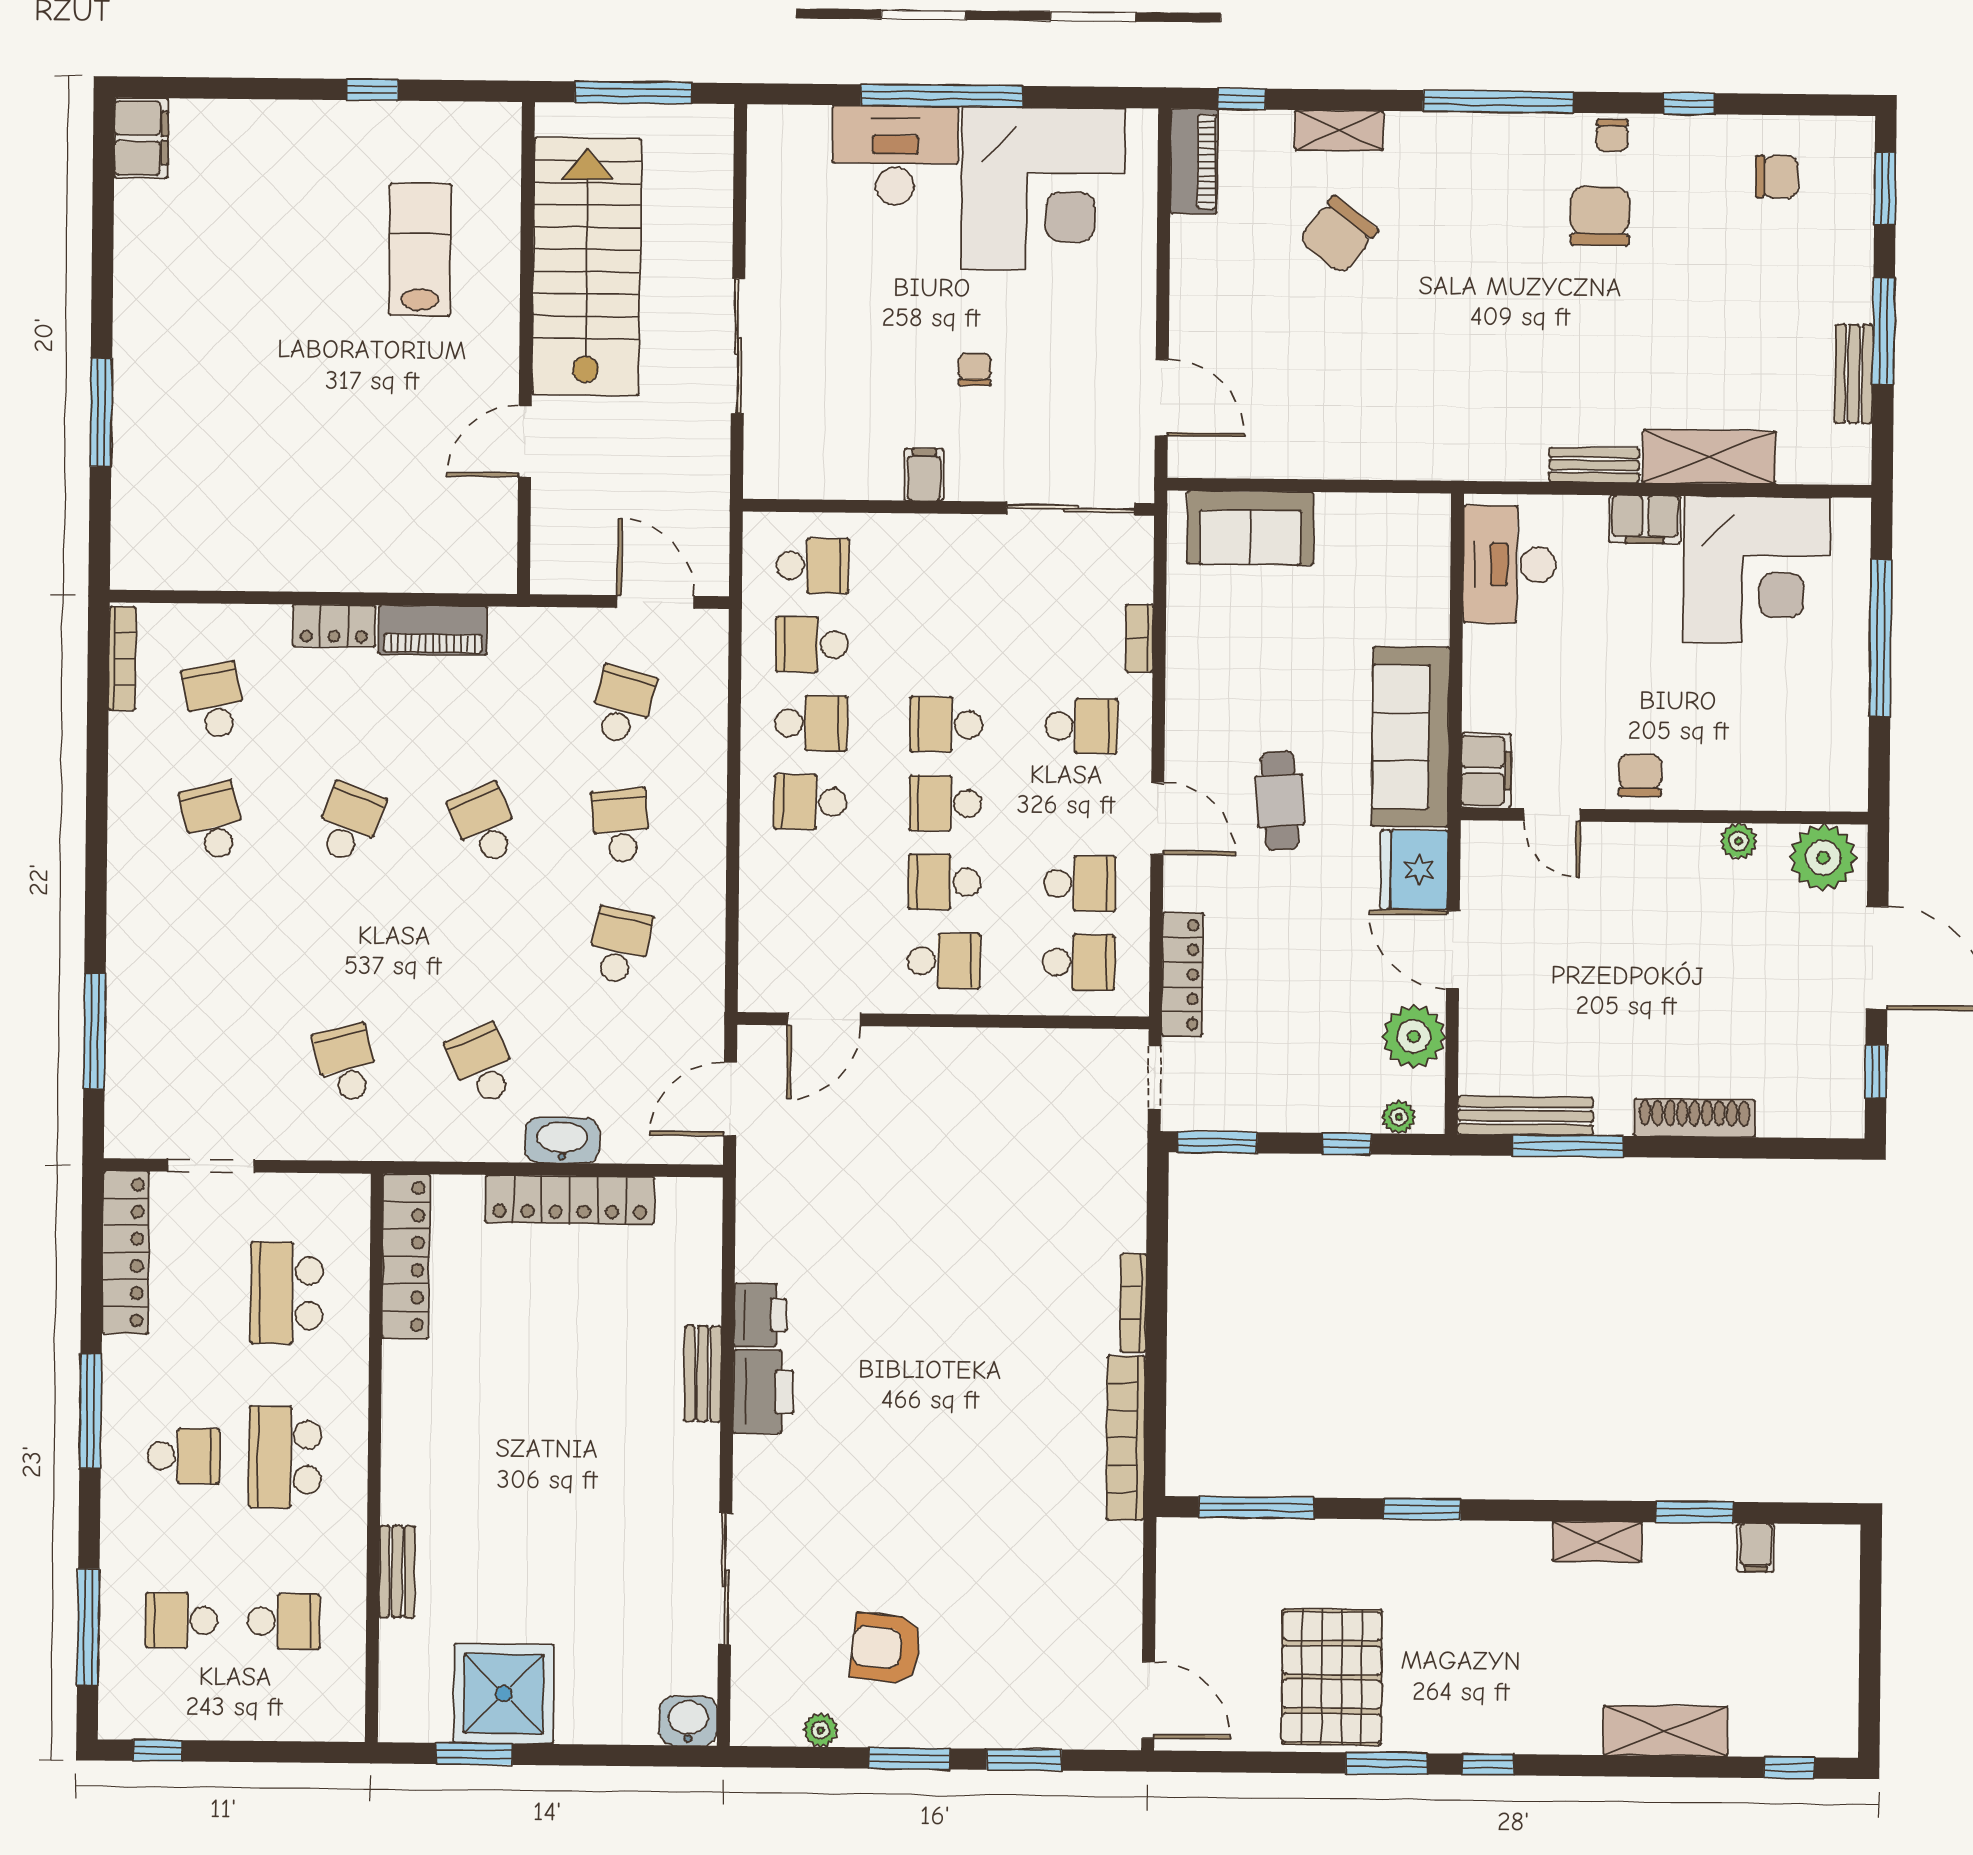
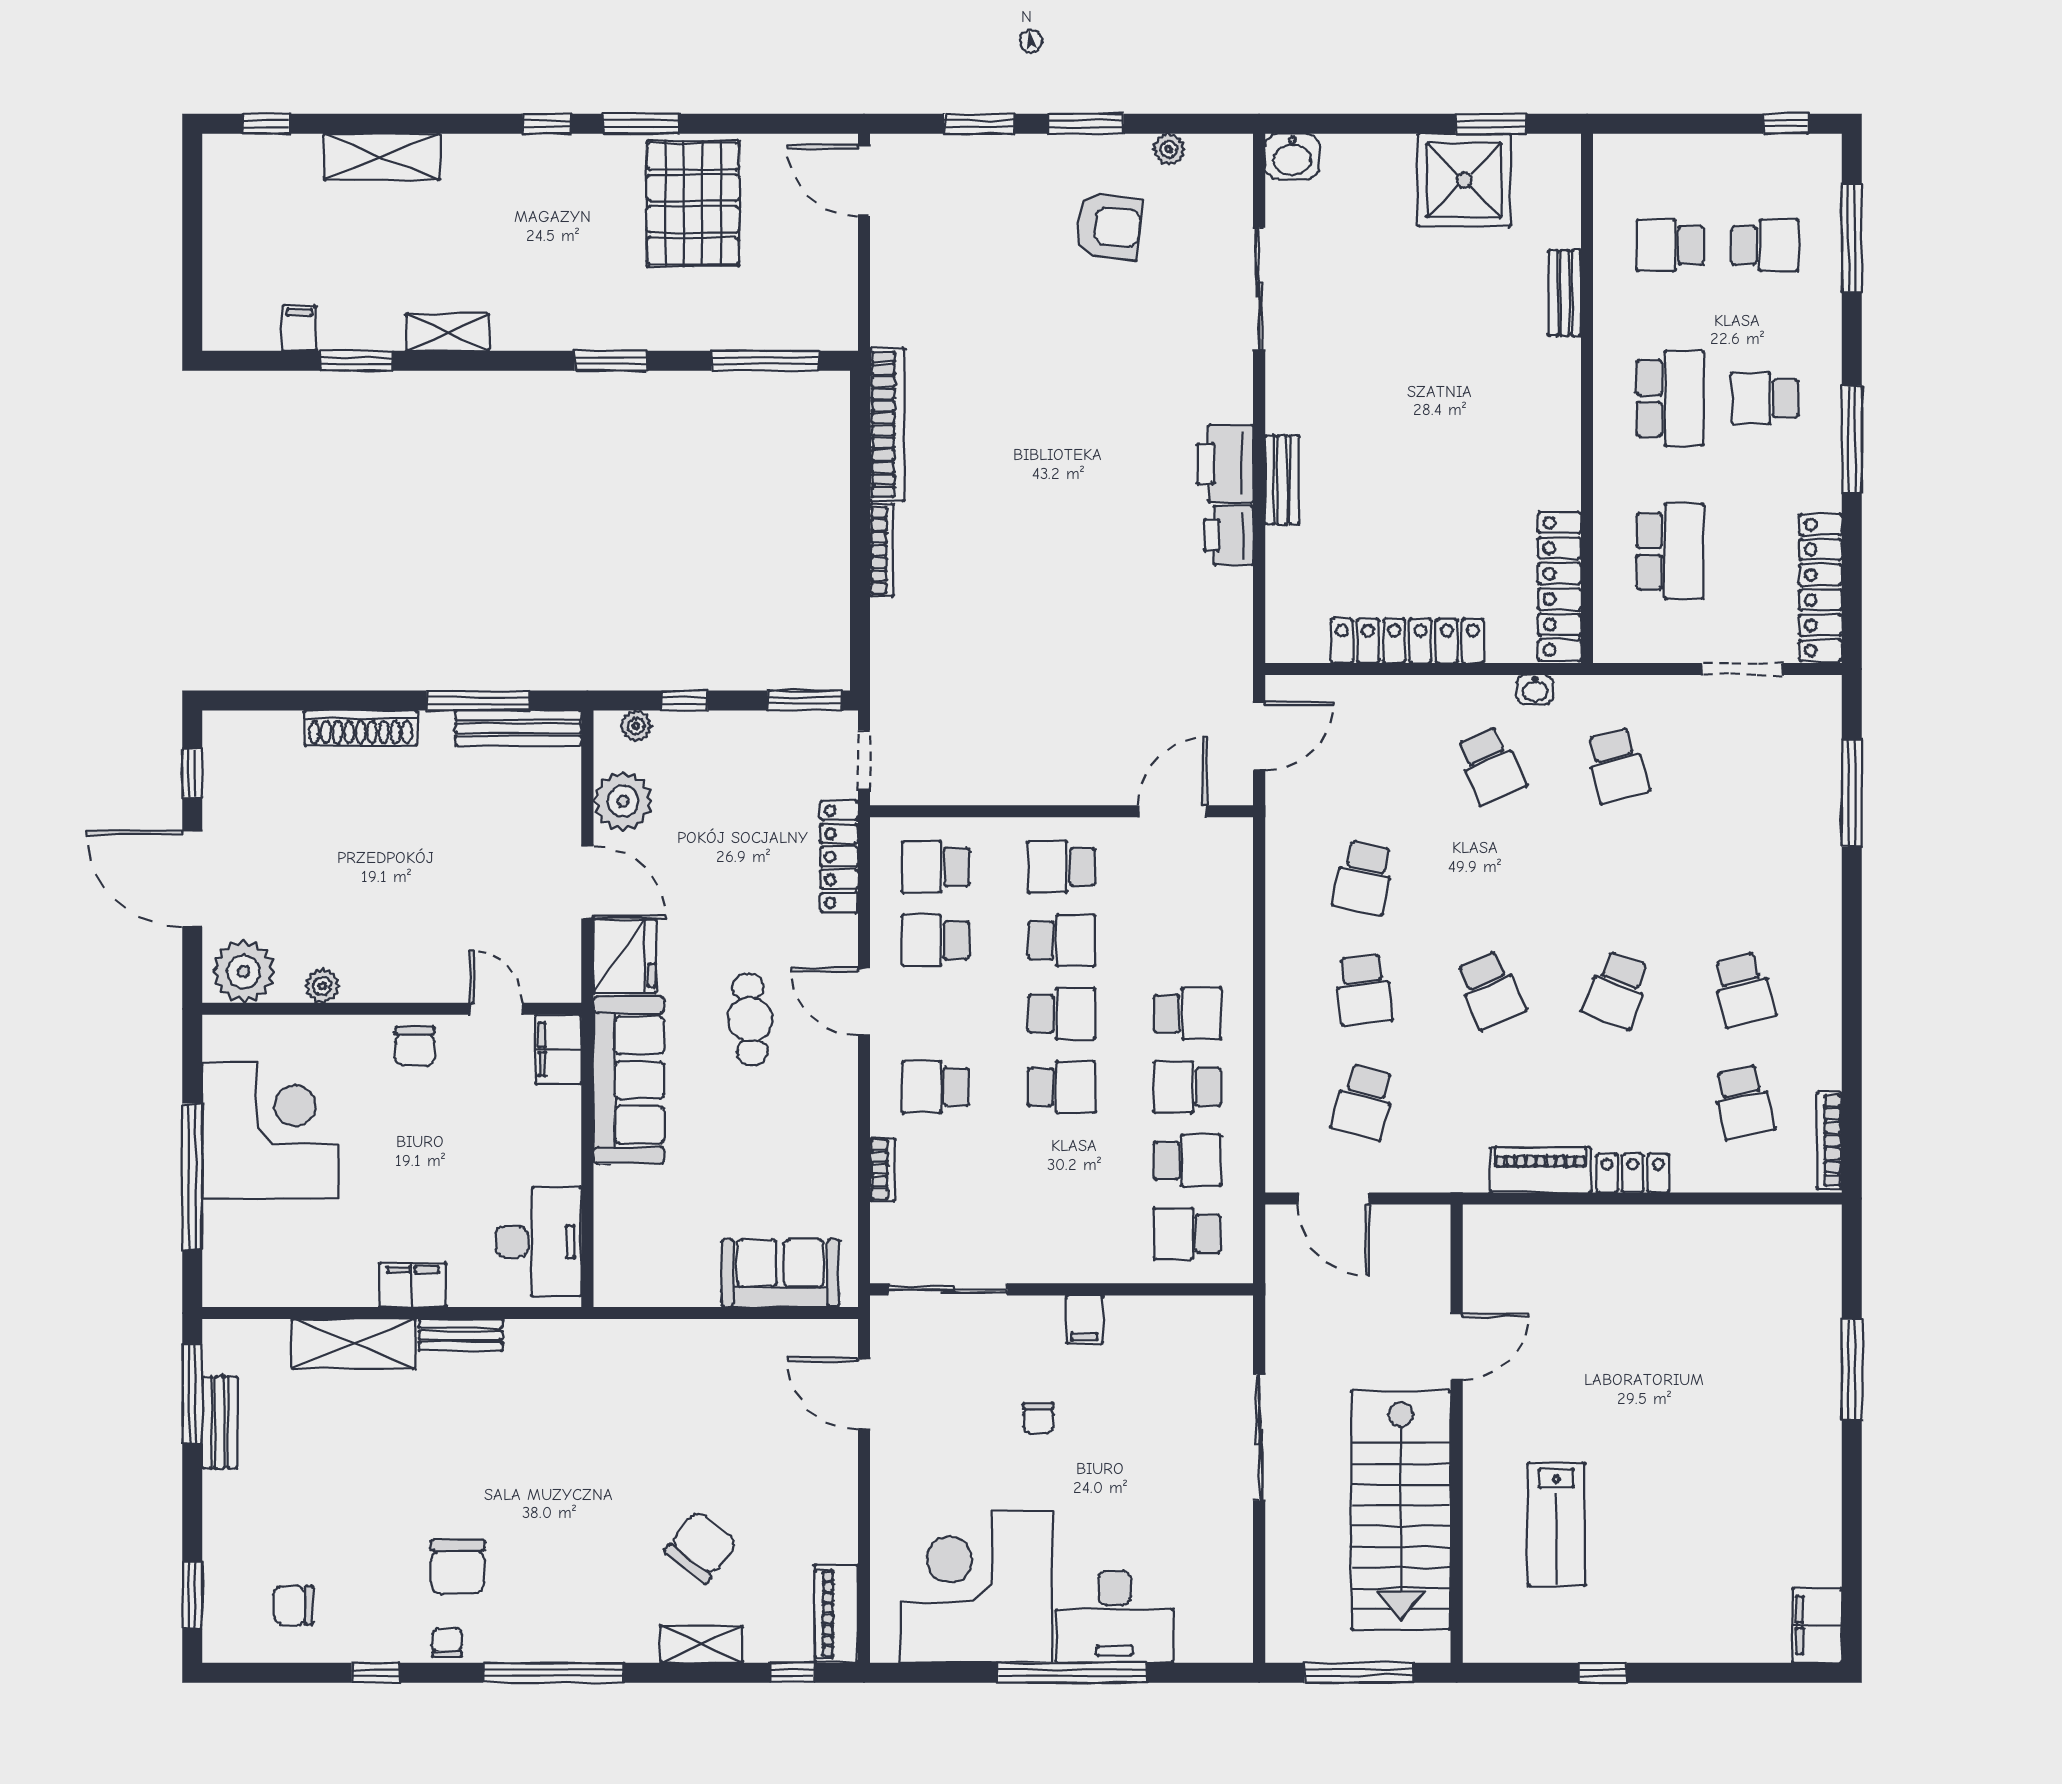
window: (1884, 331) -> (192, 1394), moved
corner desk: (1757, 570) -> (270, 1130), moved, turned 90
washbasin: (562, 1140) -> (1535, 690), moved, width x0.52, depth x0.69

